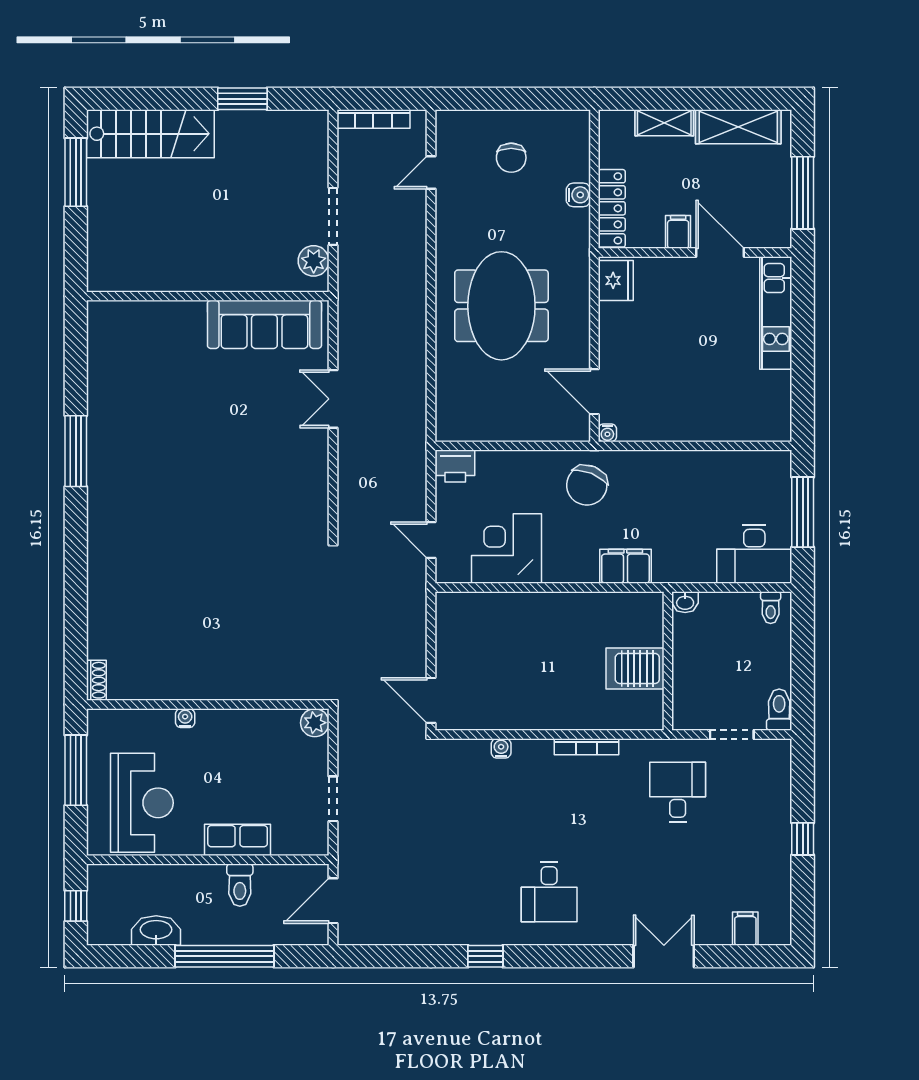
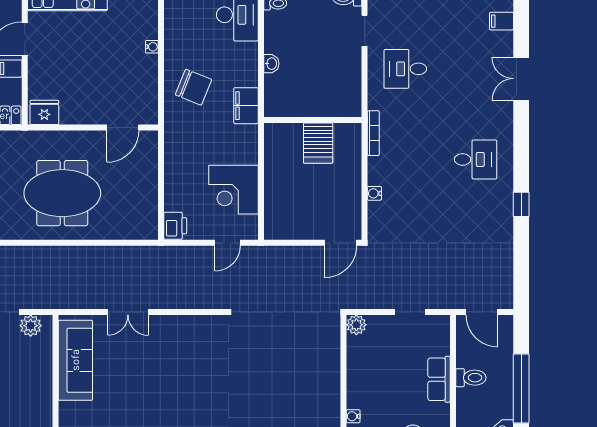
water cooler: (607, 433) -> (152, 47), moved
chair: (587, 485) -> (193, 87), moved
wall: (668, 661) -> (313, 120), moved
server rack: (635, 668) -> (318, 143), moved

